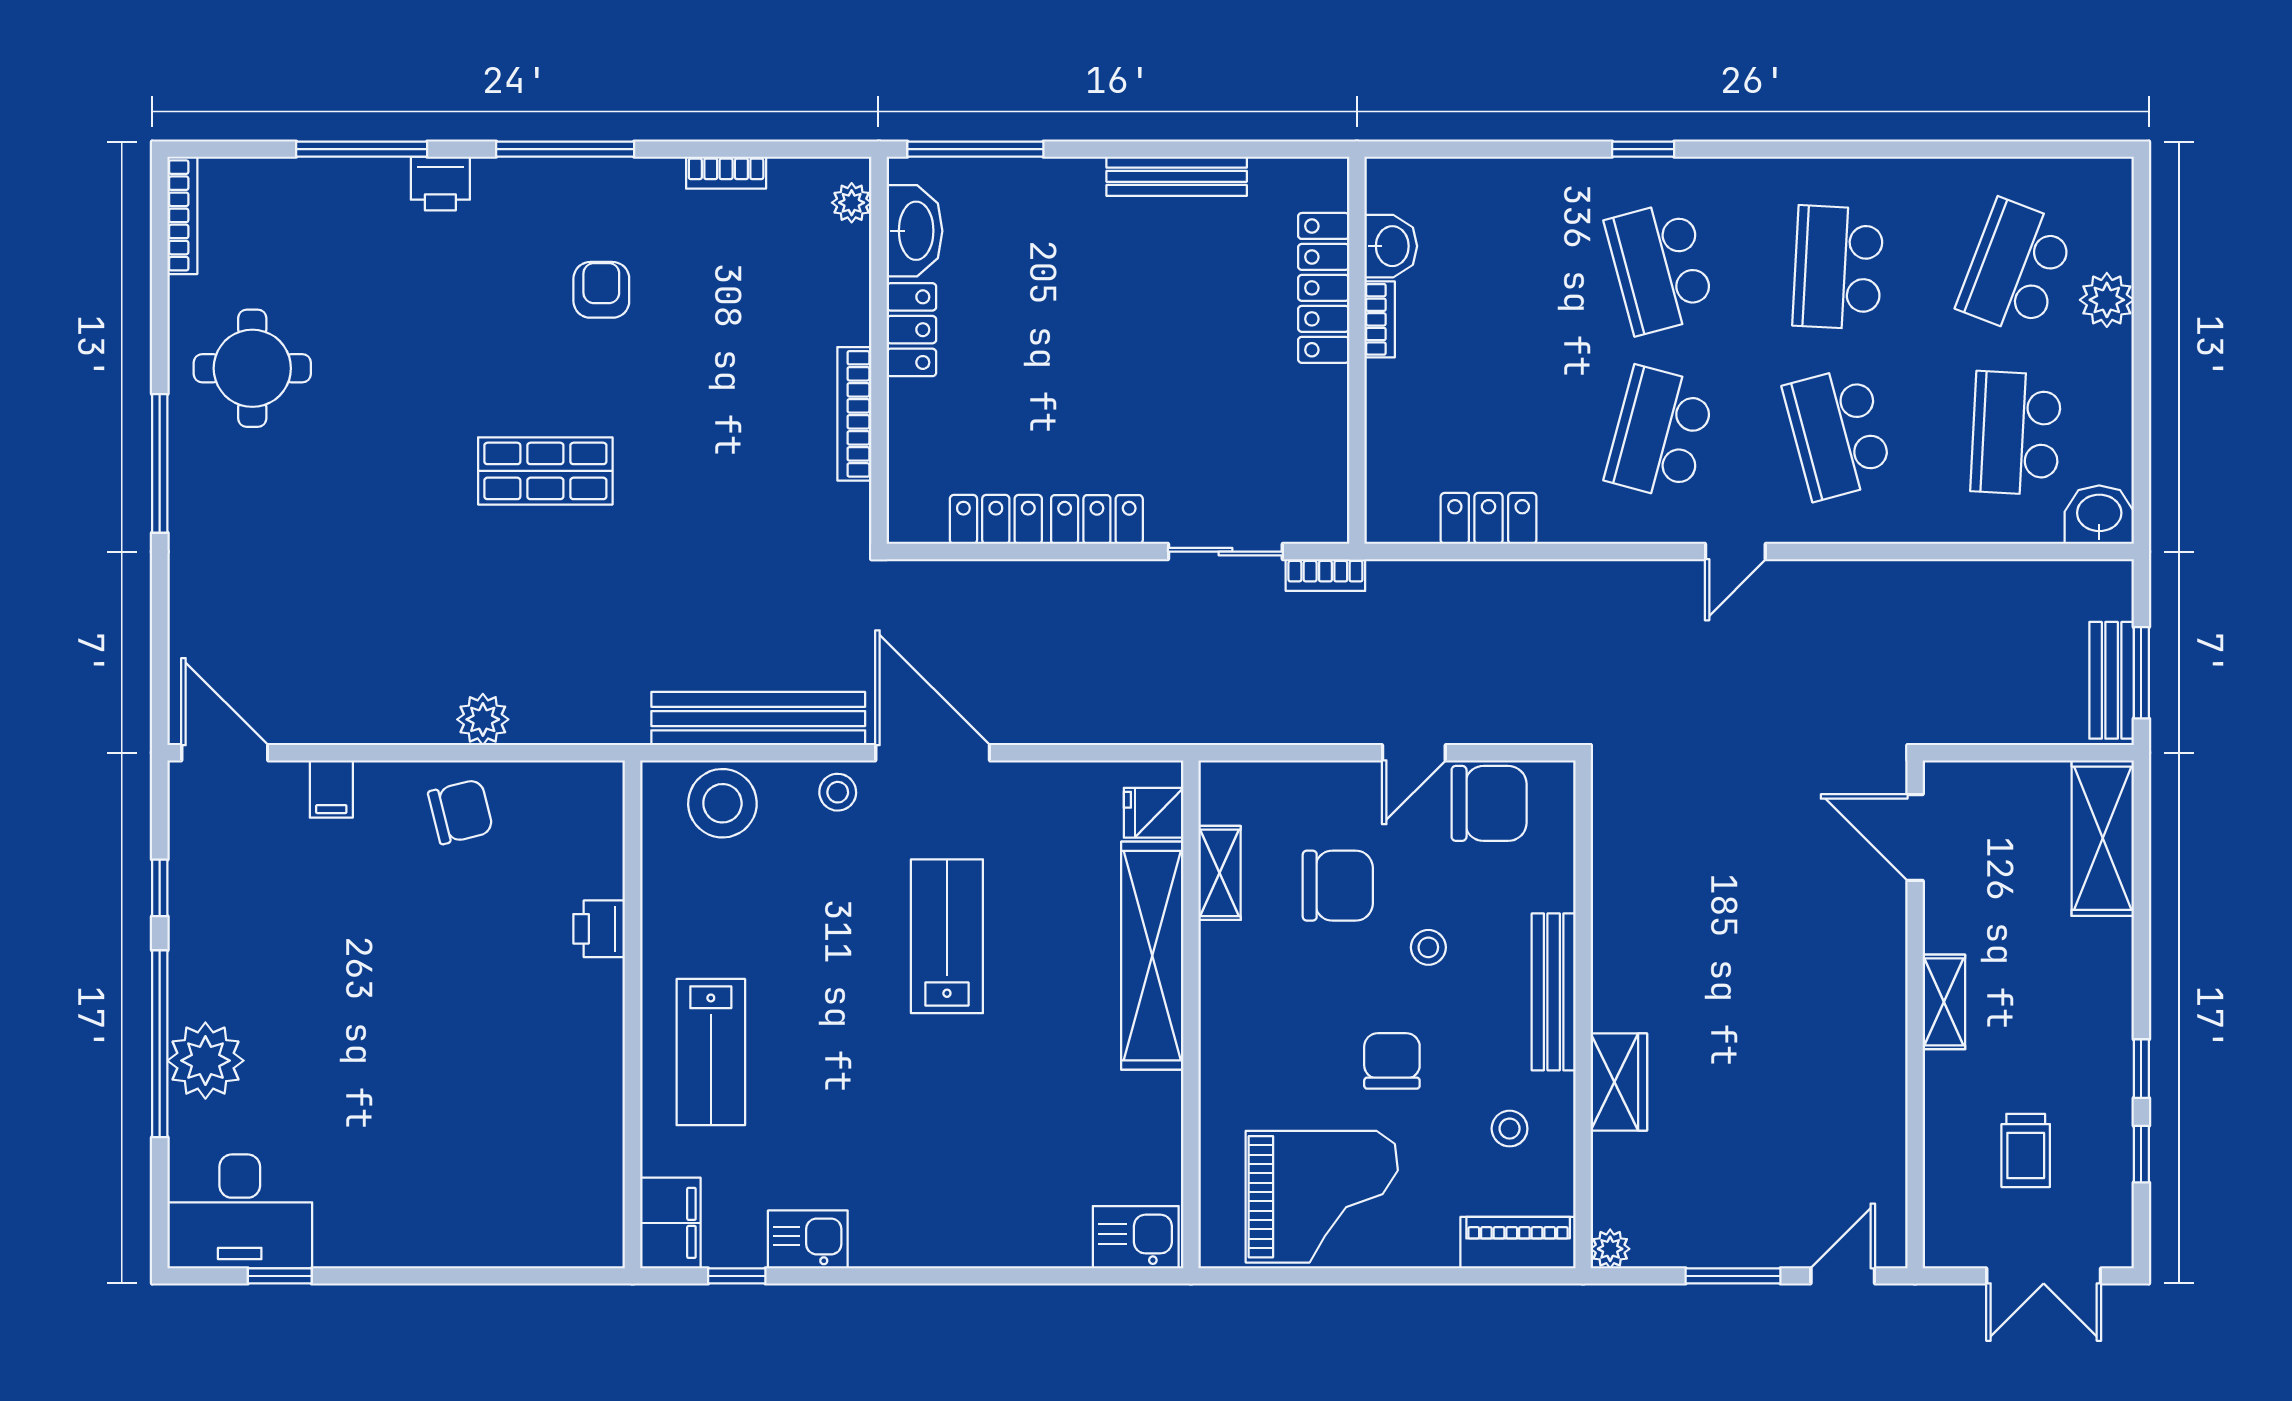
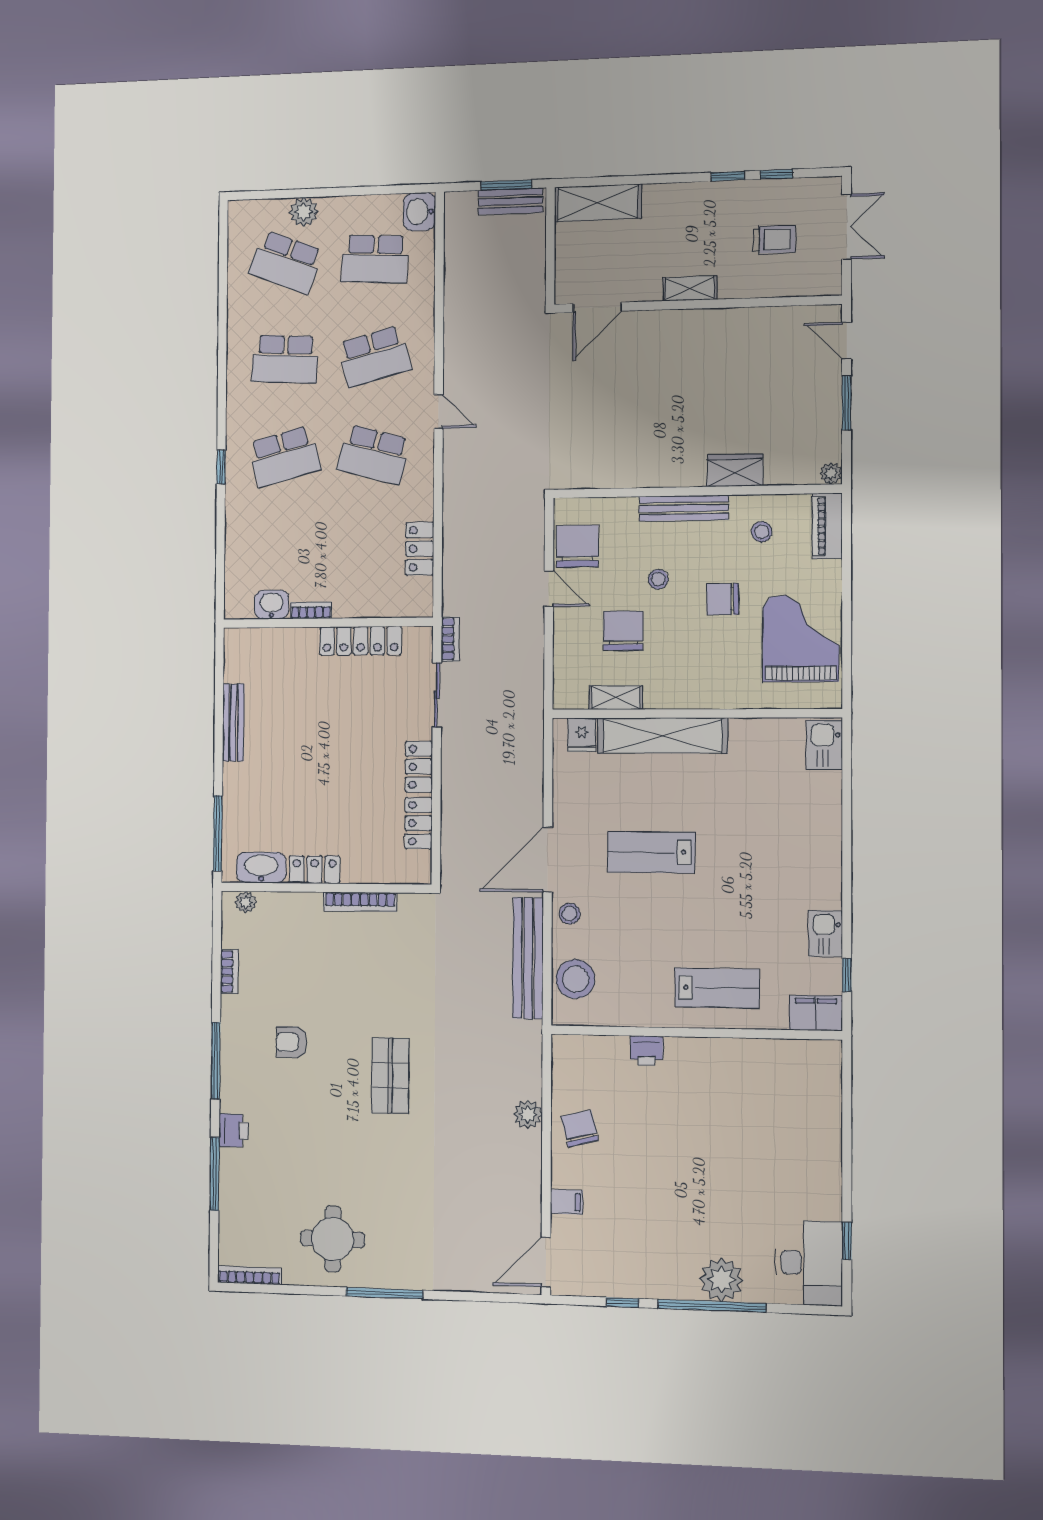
locker: (1324, 288) -> (361, 641), moved

